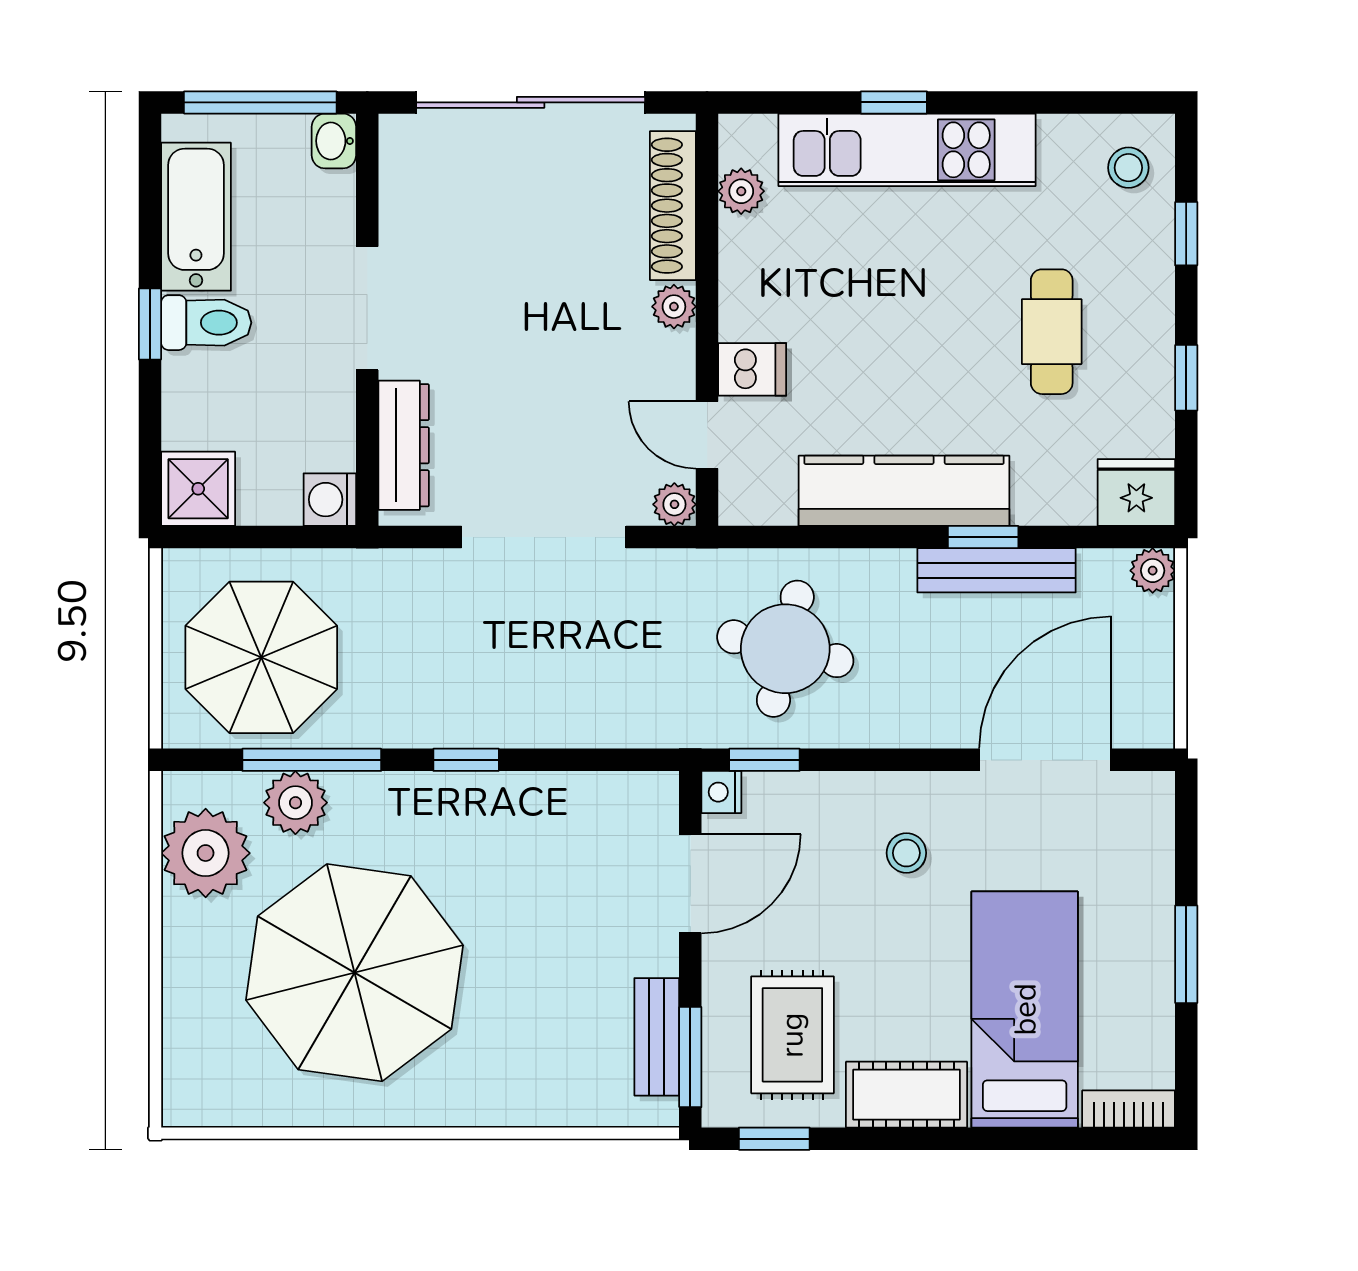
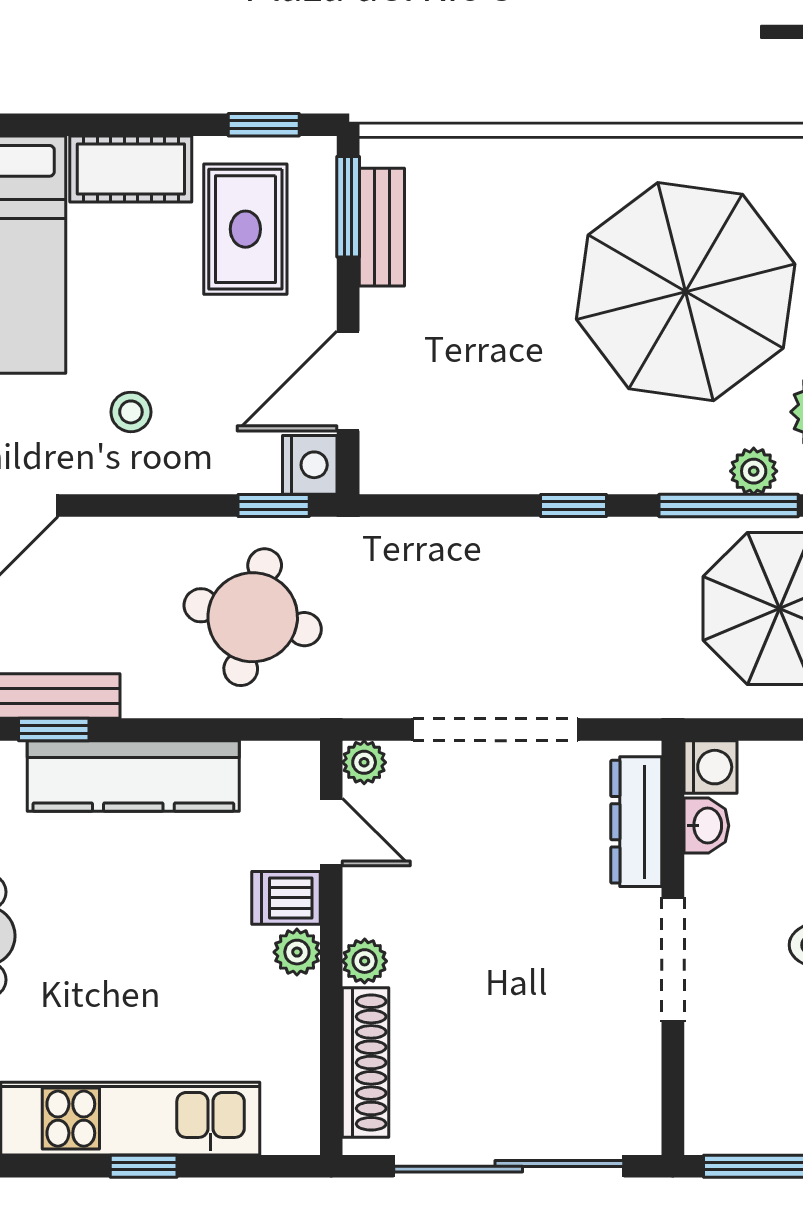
washbasin: (334, 141) -> (706, 826), moved
plant: (741, 191) -> (297, 952), moved
nightstand: (721, 792) -> (310, 465), width x1.39, depth x1.35
plant: (295, 803) -> (754, 471), width x0.73, depth x0.73

